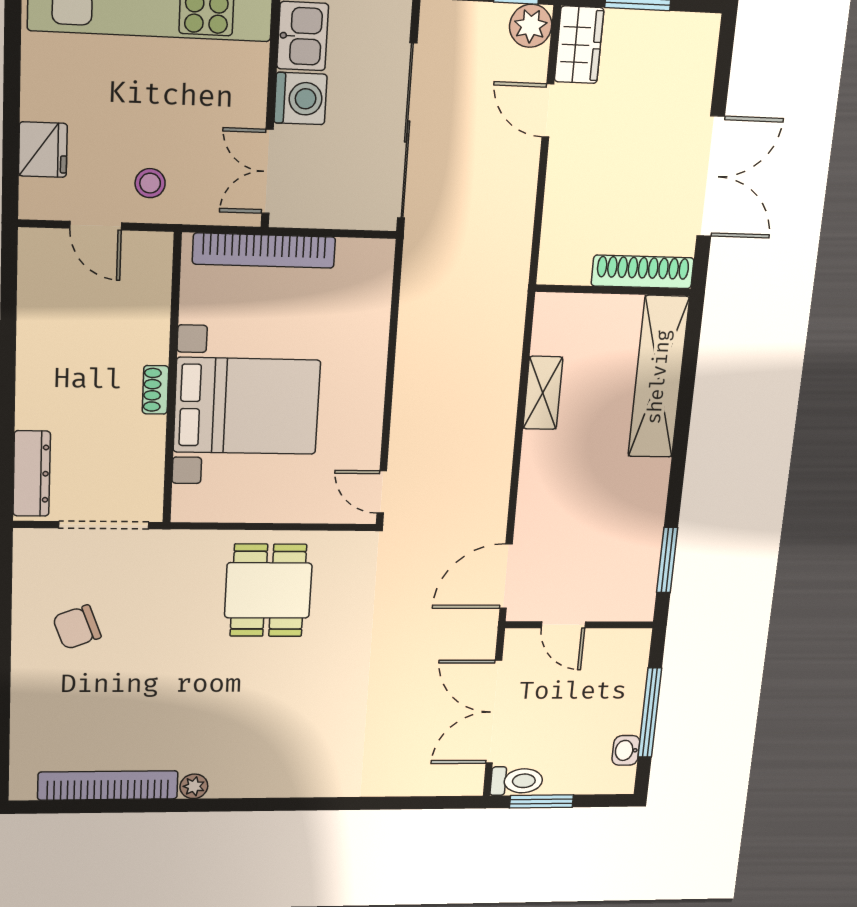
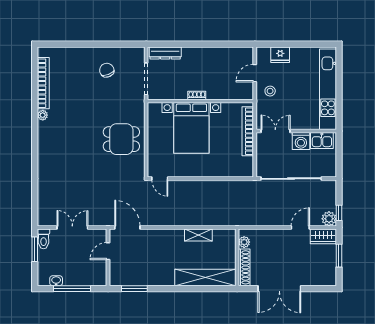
plant: (574, 270) -> (244, 242), added
door: (382, 492) -> (160, 179), swing flipped
double door: (494, 712) -> (72, 227), width x0.73

